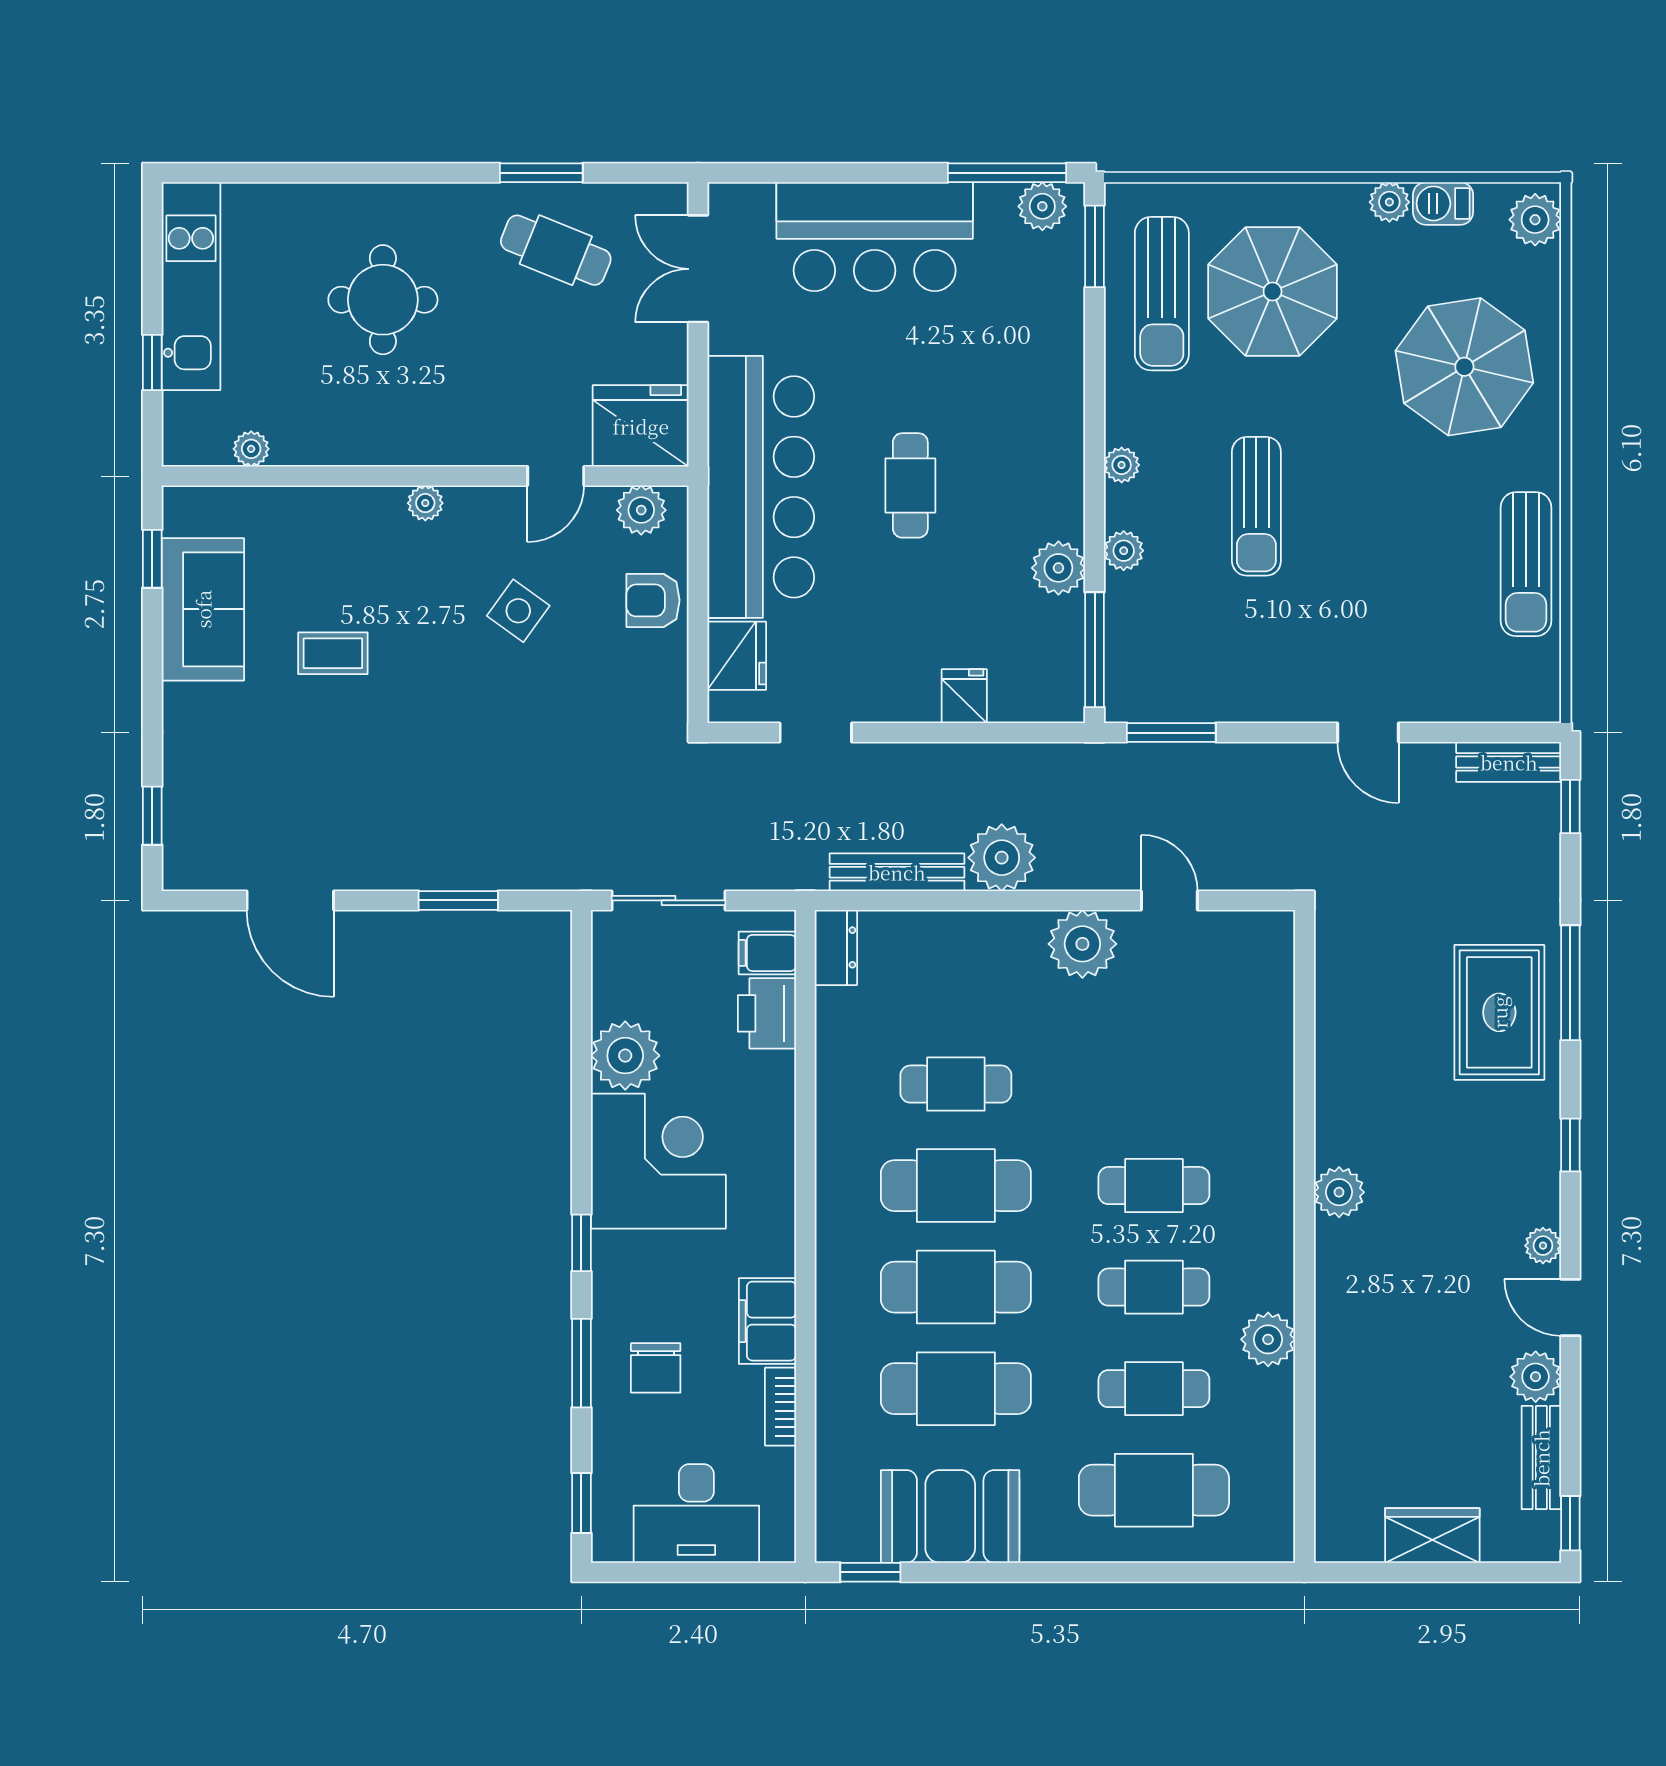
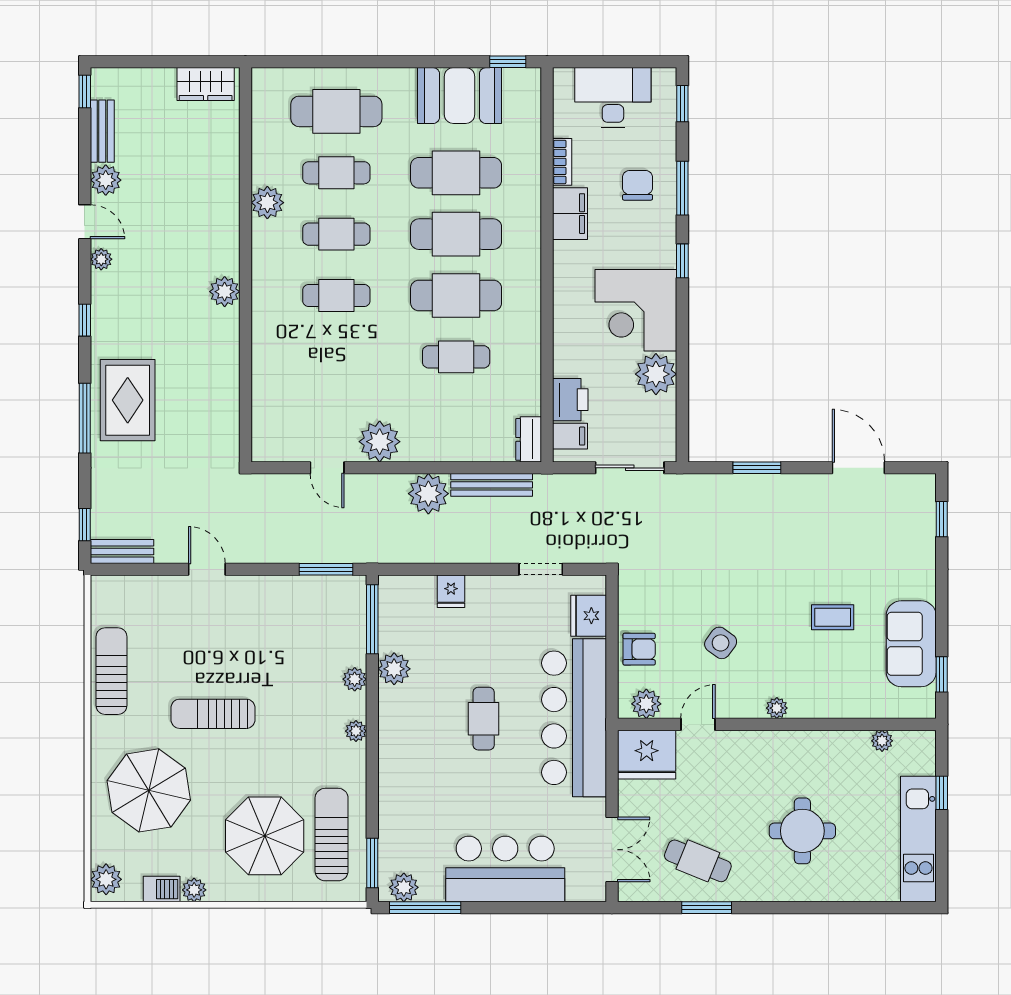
sun lounger: (1256, 506) -> (213, 714), moved, turned -90
wardrobe: (1432, 1535) -> (206, 84), moved

